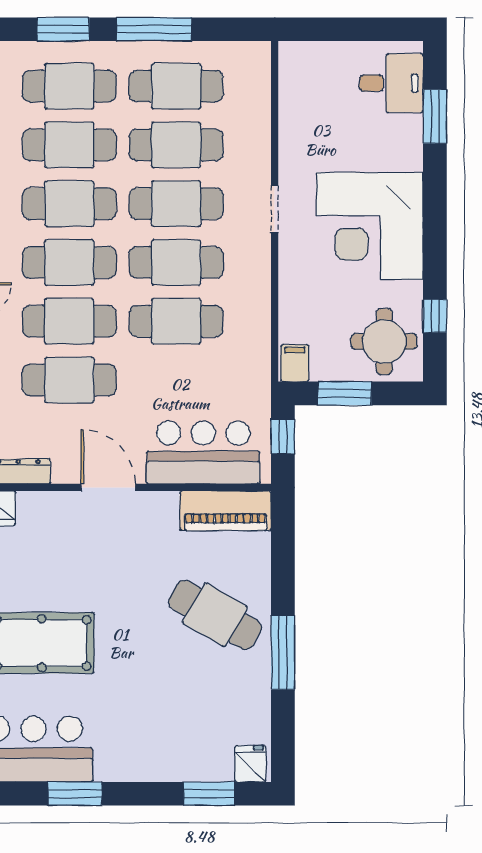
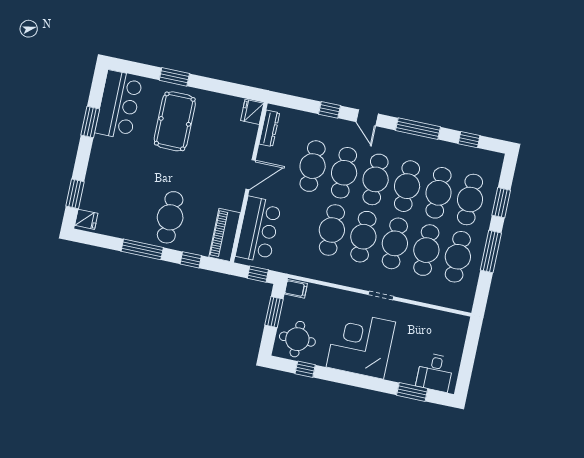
window: (283, 562) -> (191, 260), added
cafe table: (215, 615) -> (170, 217), turned -30

